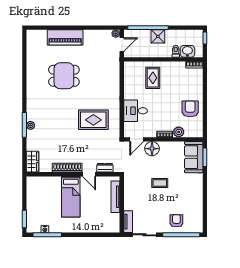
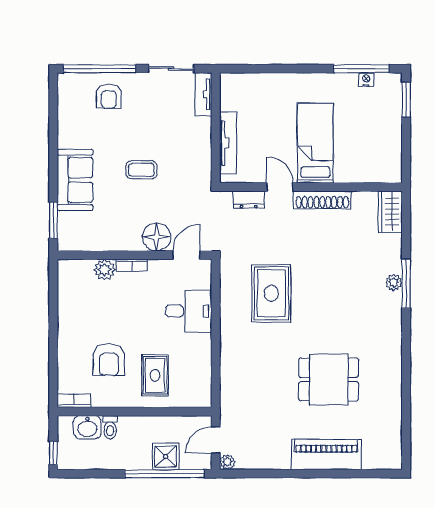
shower: (158, 36) -> (166, 456), moved
armchair: (190, 109) -> (109, 360), moved
rug: (93, 120) -> (271, 293), turned 90
sofa: (194, 157) -> (75, 180), moved

